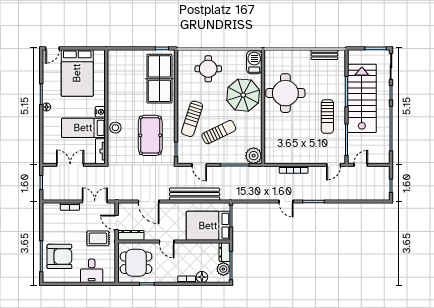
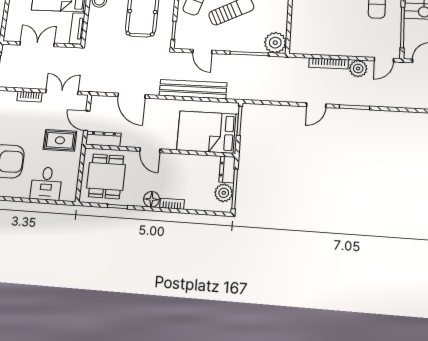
plant: (315, 173) -> (358, 69), added
door: (286, 202) -> (316, 105), hinge flipped
dining table: (136, 263) -> (106, 176), turned 90
floor lamp: (202, 277) -> (151, 199), moved

